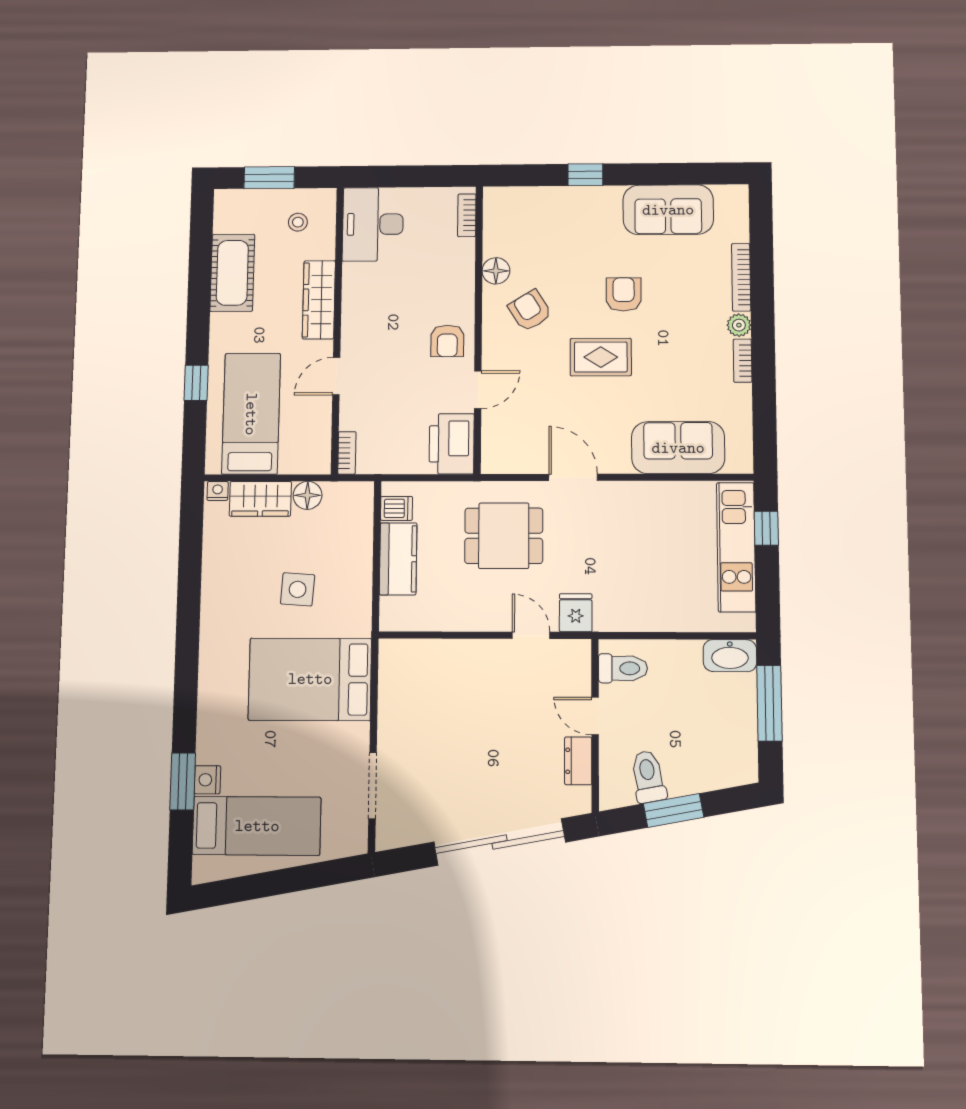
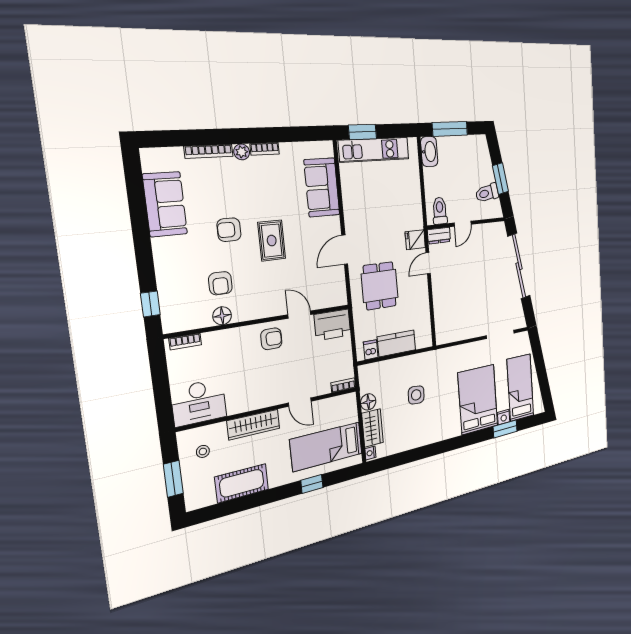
window: (585, 175) -> (150, 304), moved
armchair: (530, 311) -> (220, 283), moved, turned -58
window: (766, 528) -> (362, 132), width x1.50
bed: (310, 679) -> (478, 399), moved, turned 180
dresser: (578, 761) -> (439, 236), moved

